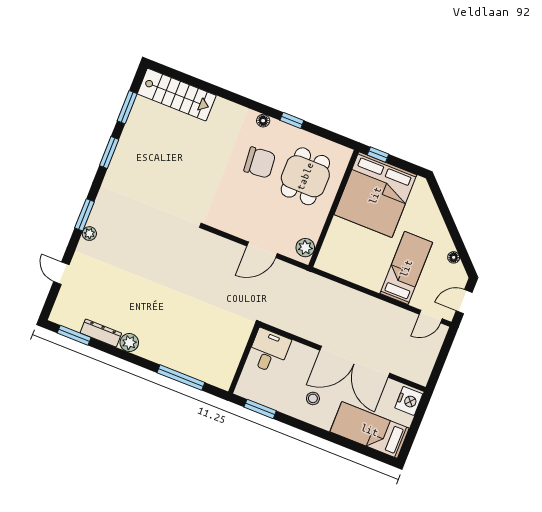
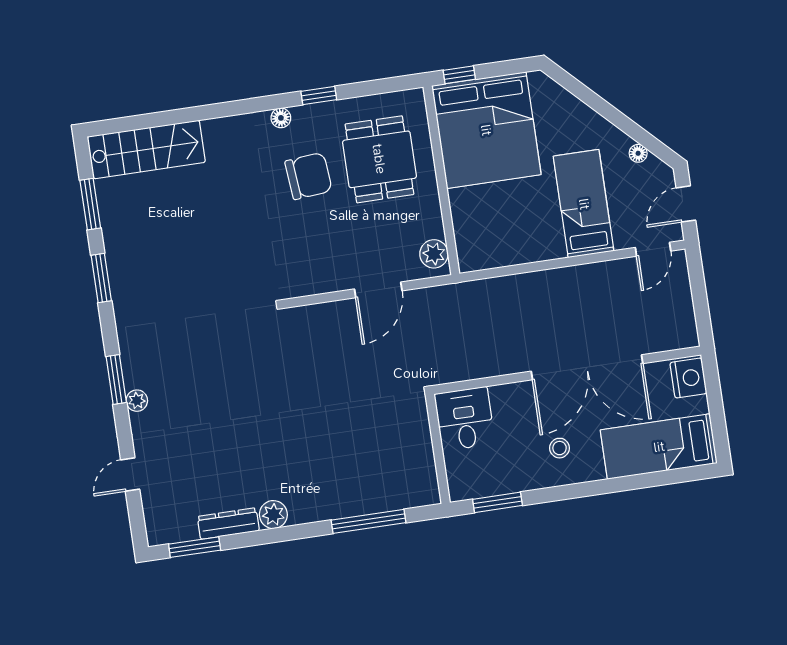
door: (61, 273) -> (130, 474), hinge flipped

